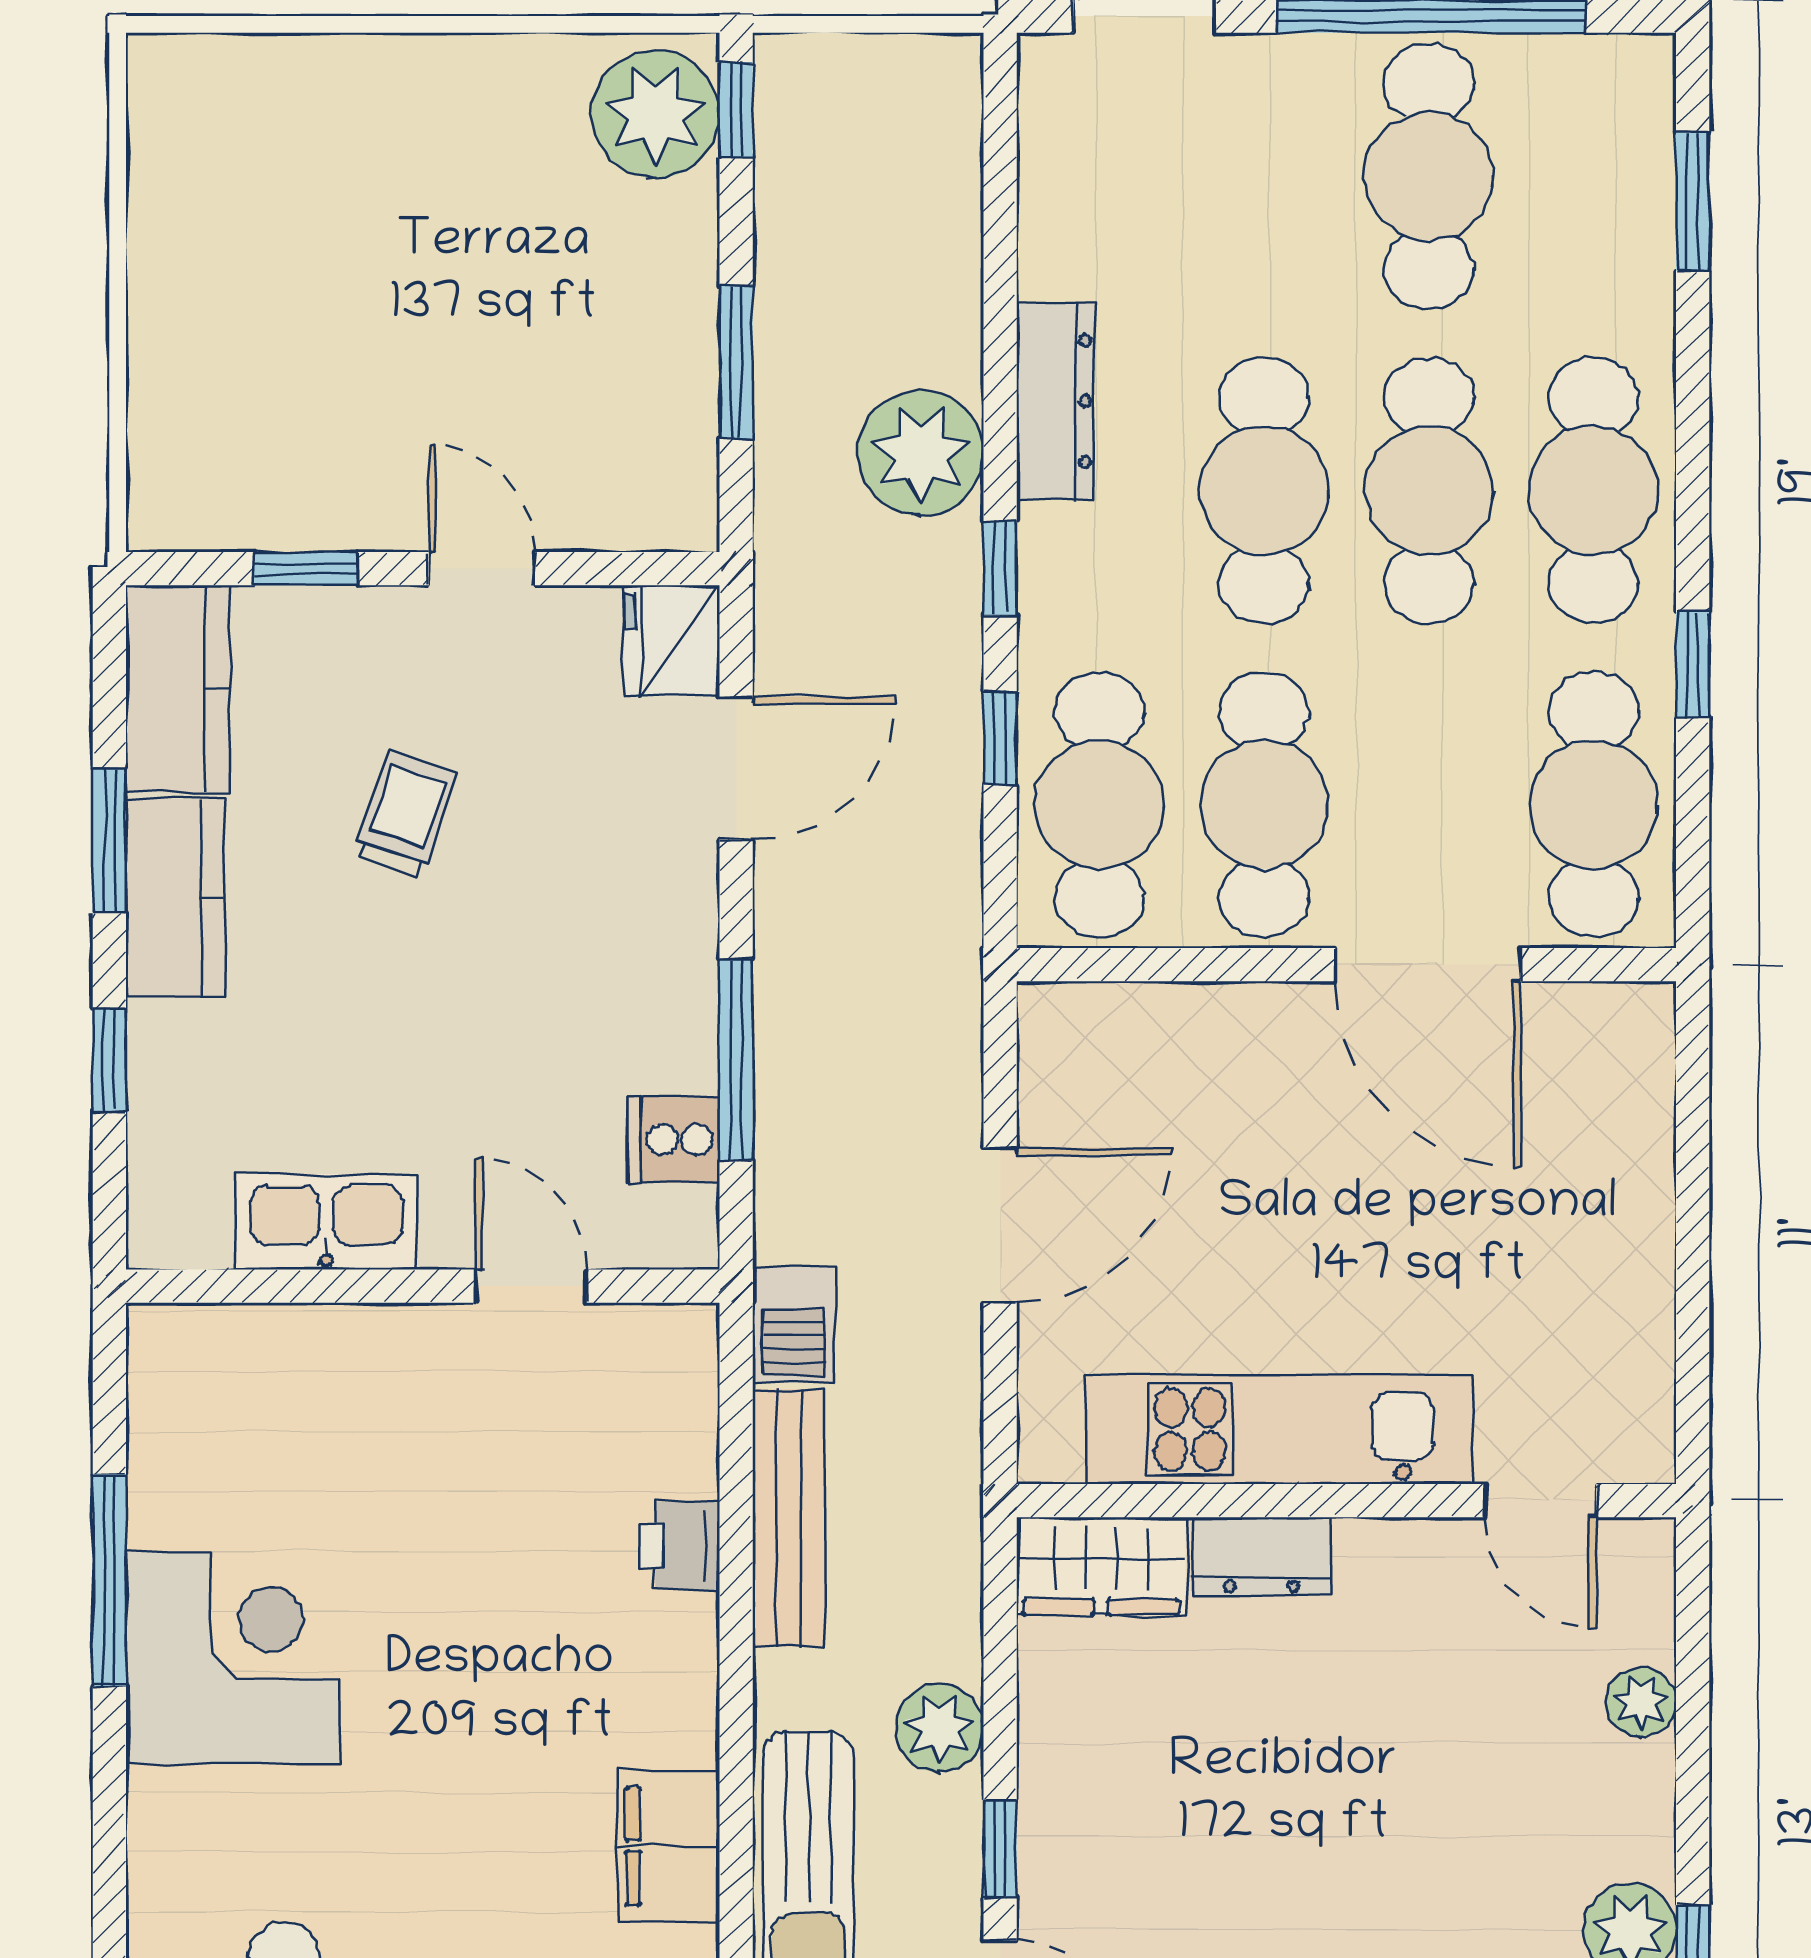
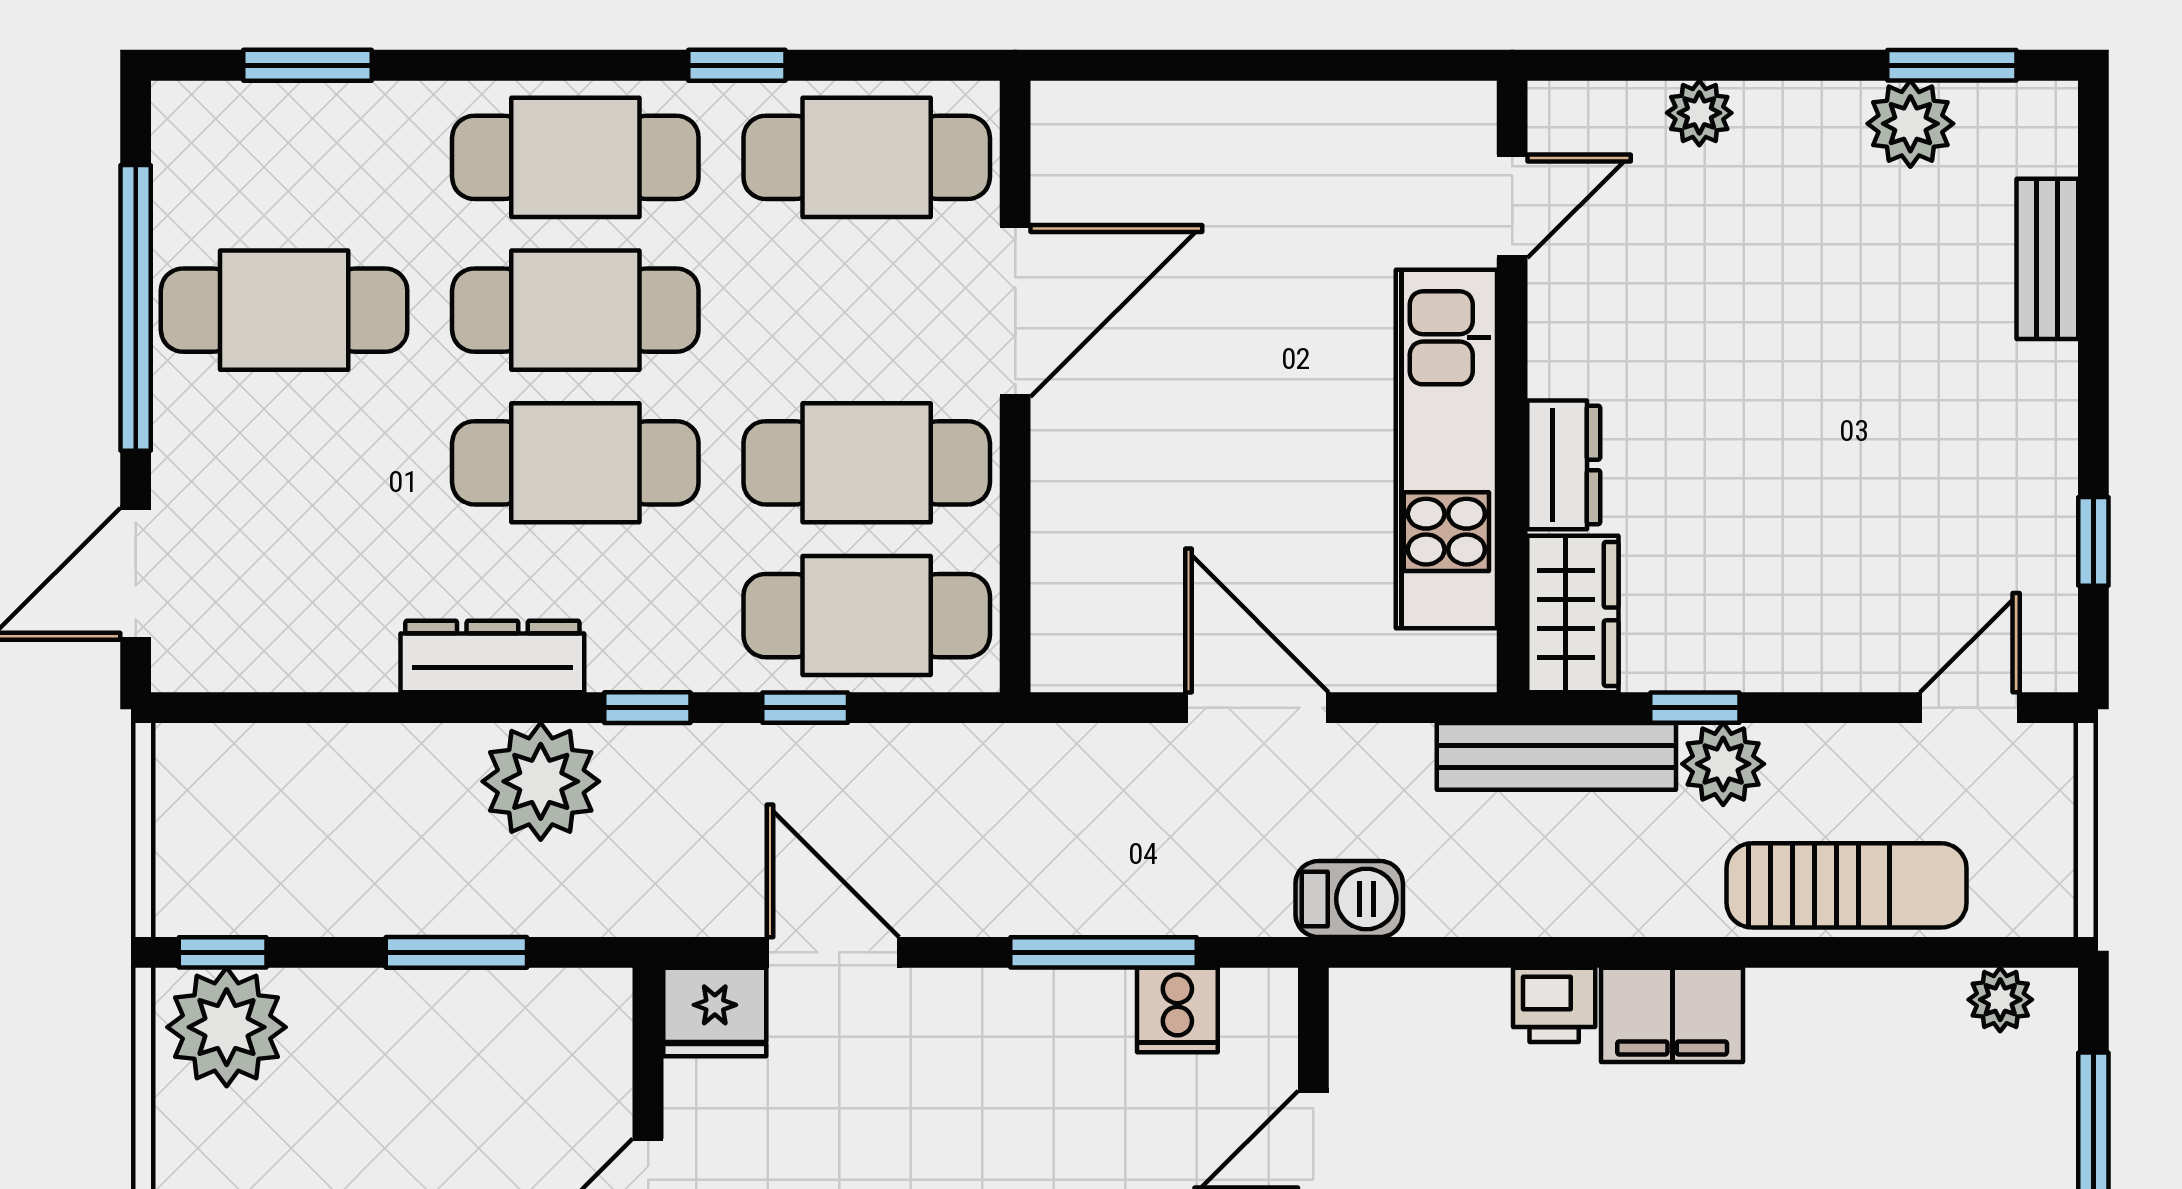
bench: (789, 1518) -> (1556, 756), moved
filing cabinet: (669, 1846) -> (1672, 1015), moved
window: (1000, 1849) -> (1695, 708), moved

